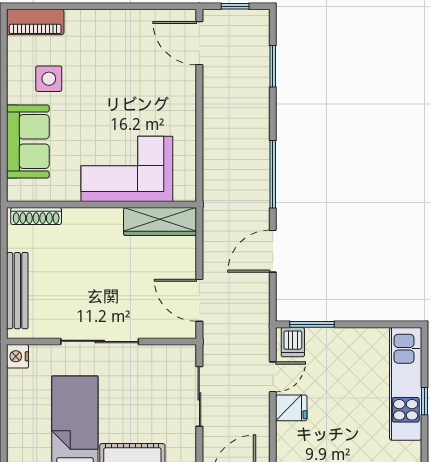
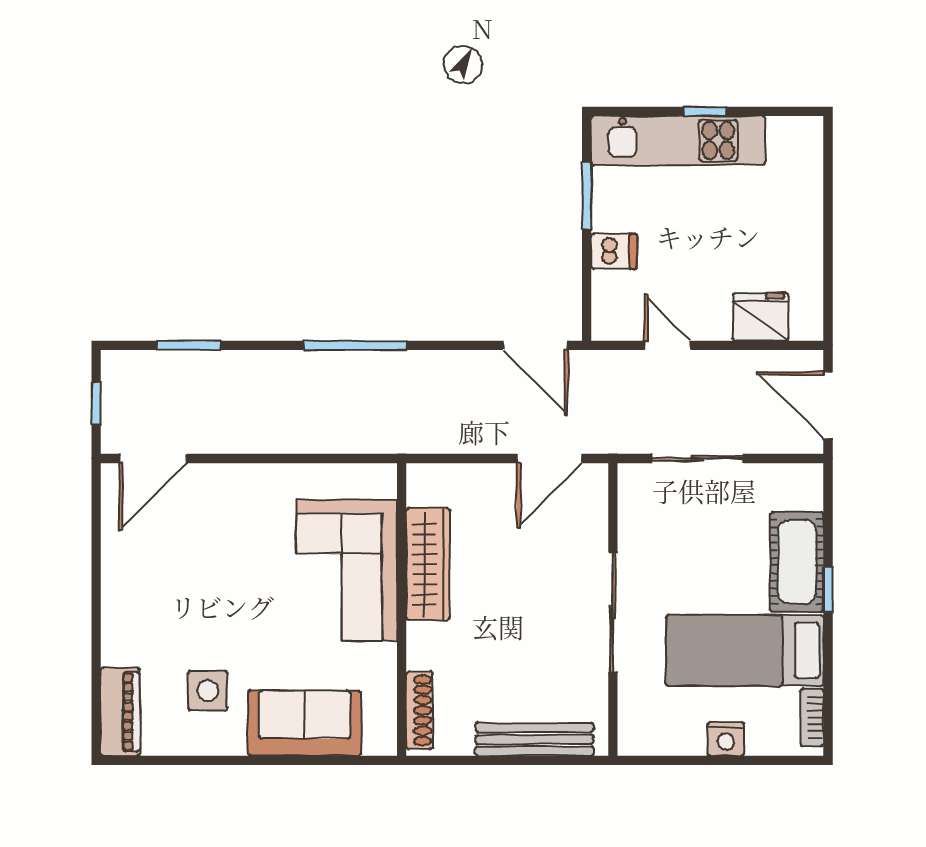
wardrobe: (160, 221) -> (428, 564), moved
door: (273, 251) -> (535, 345), moved
window: (312, 324) -> (587, 195), moved
dishwasher: (293, 342) -> (614, 251), moved
nightstand: (18, 356) -> (726, 739), moved
fridge: (291, 408) -> (761, 317), moved, width x1.38

